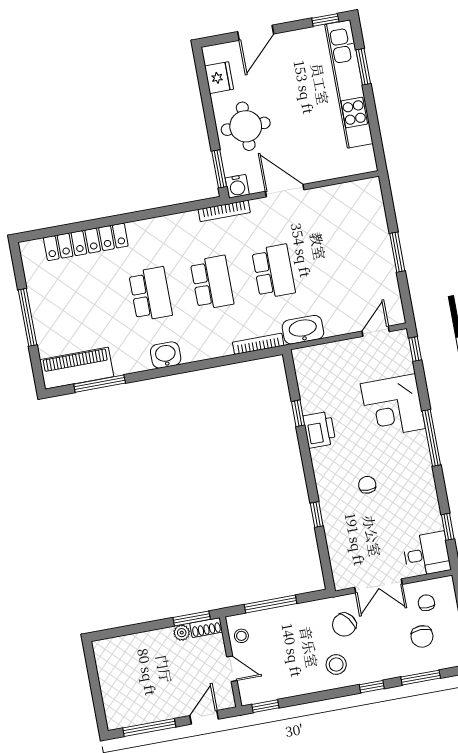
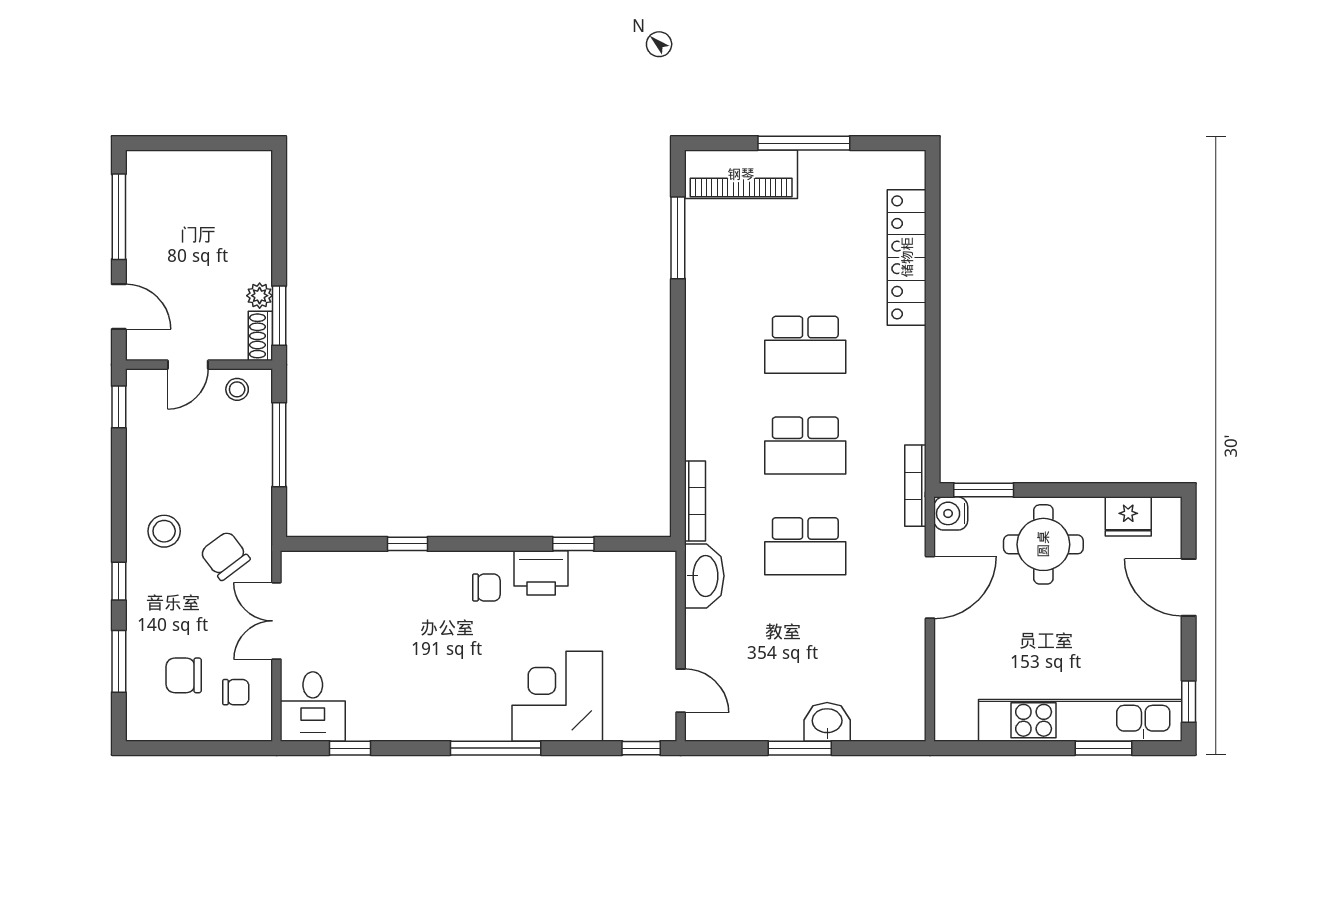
washbasin: (166, 355) -> (827, 722), moved, turned -90
piano: (77, 368) -> (741, 174), moved, turned 90
chair: (367, 485) -> (486, 587), moved

